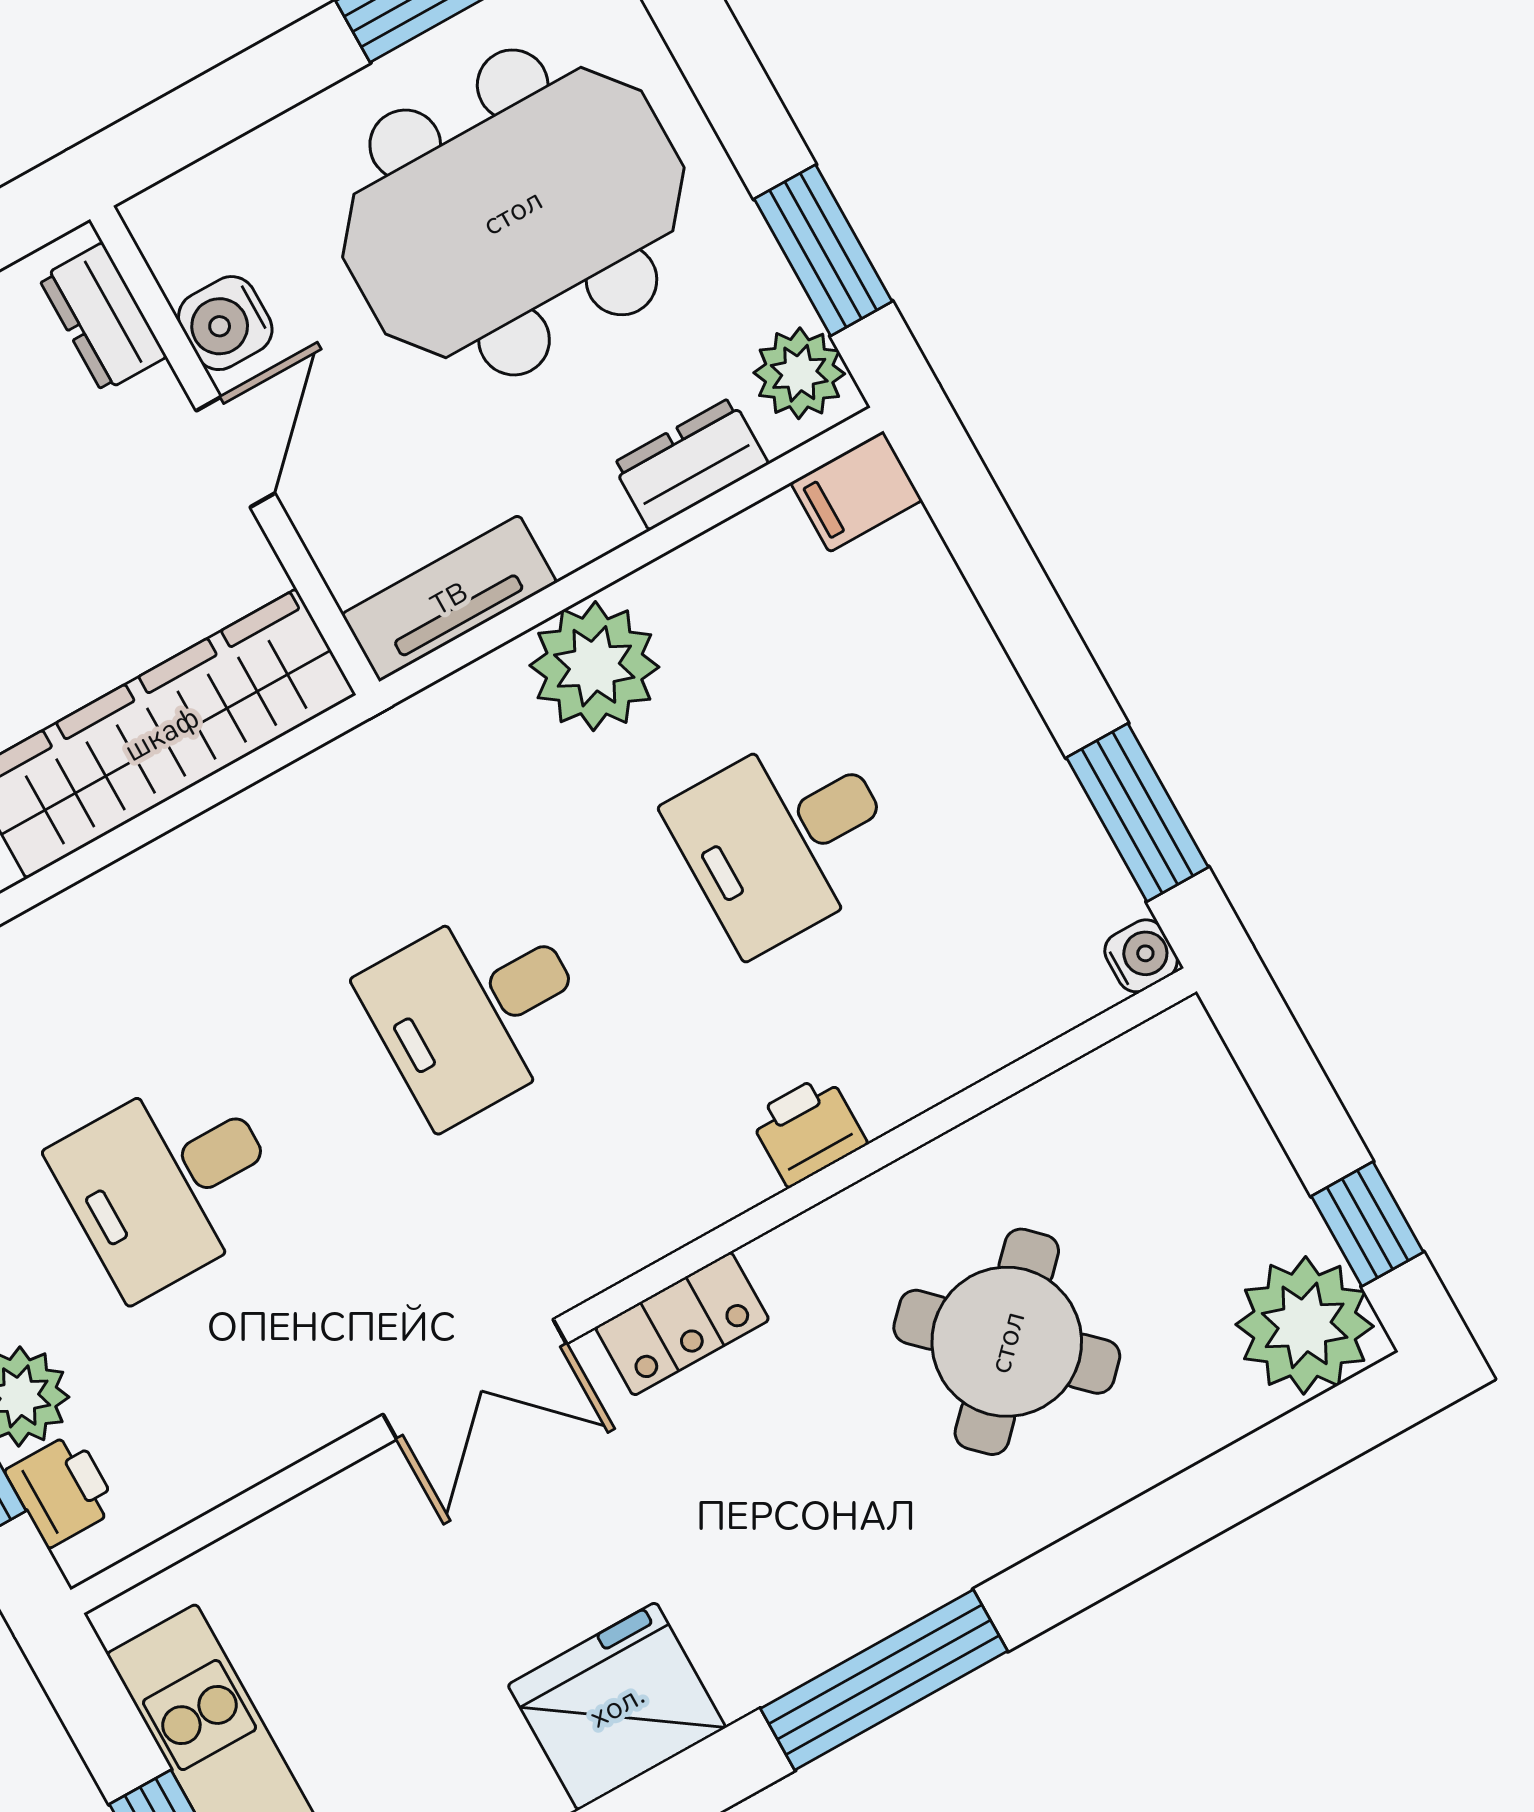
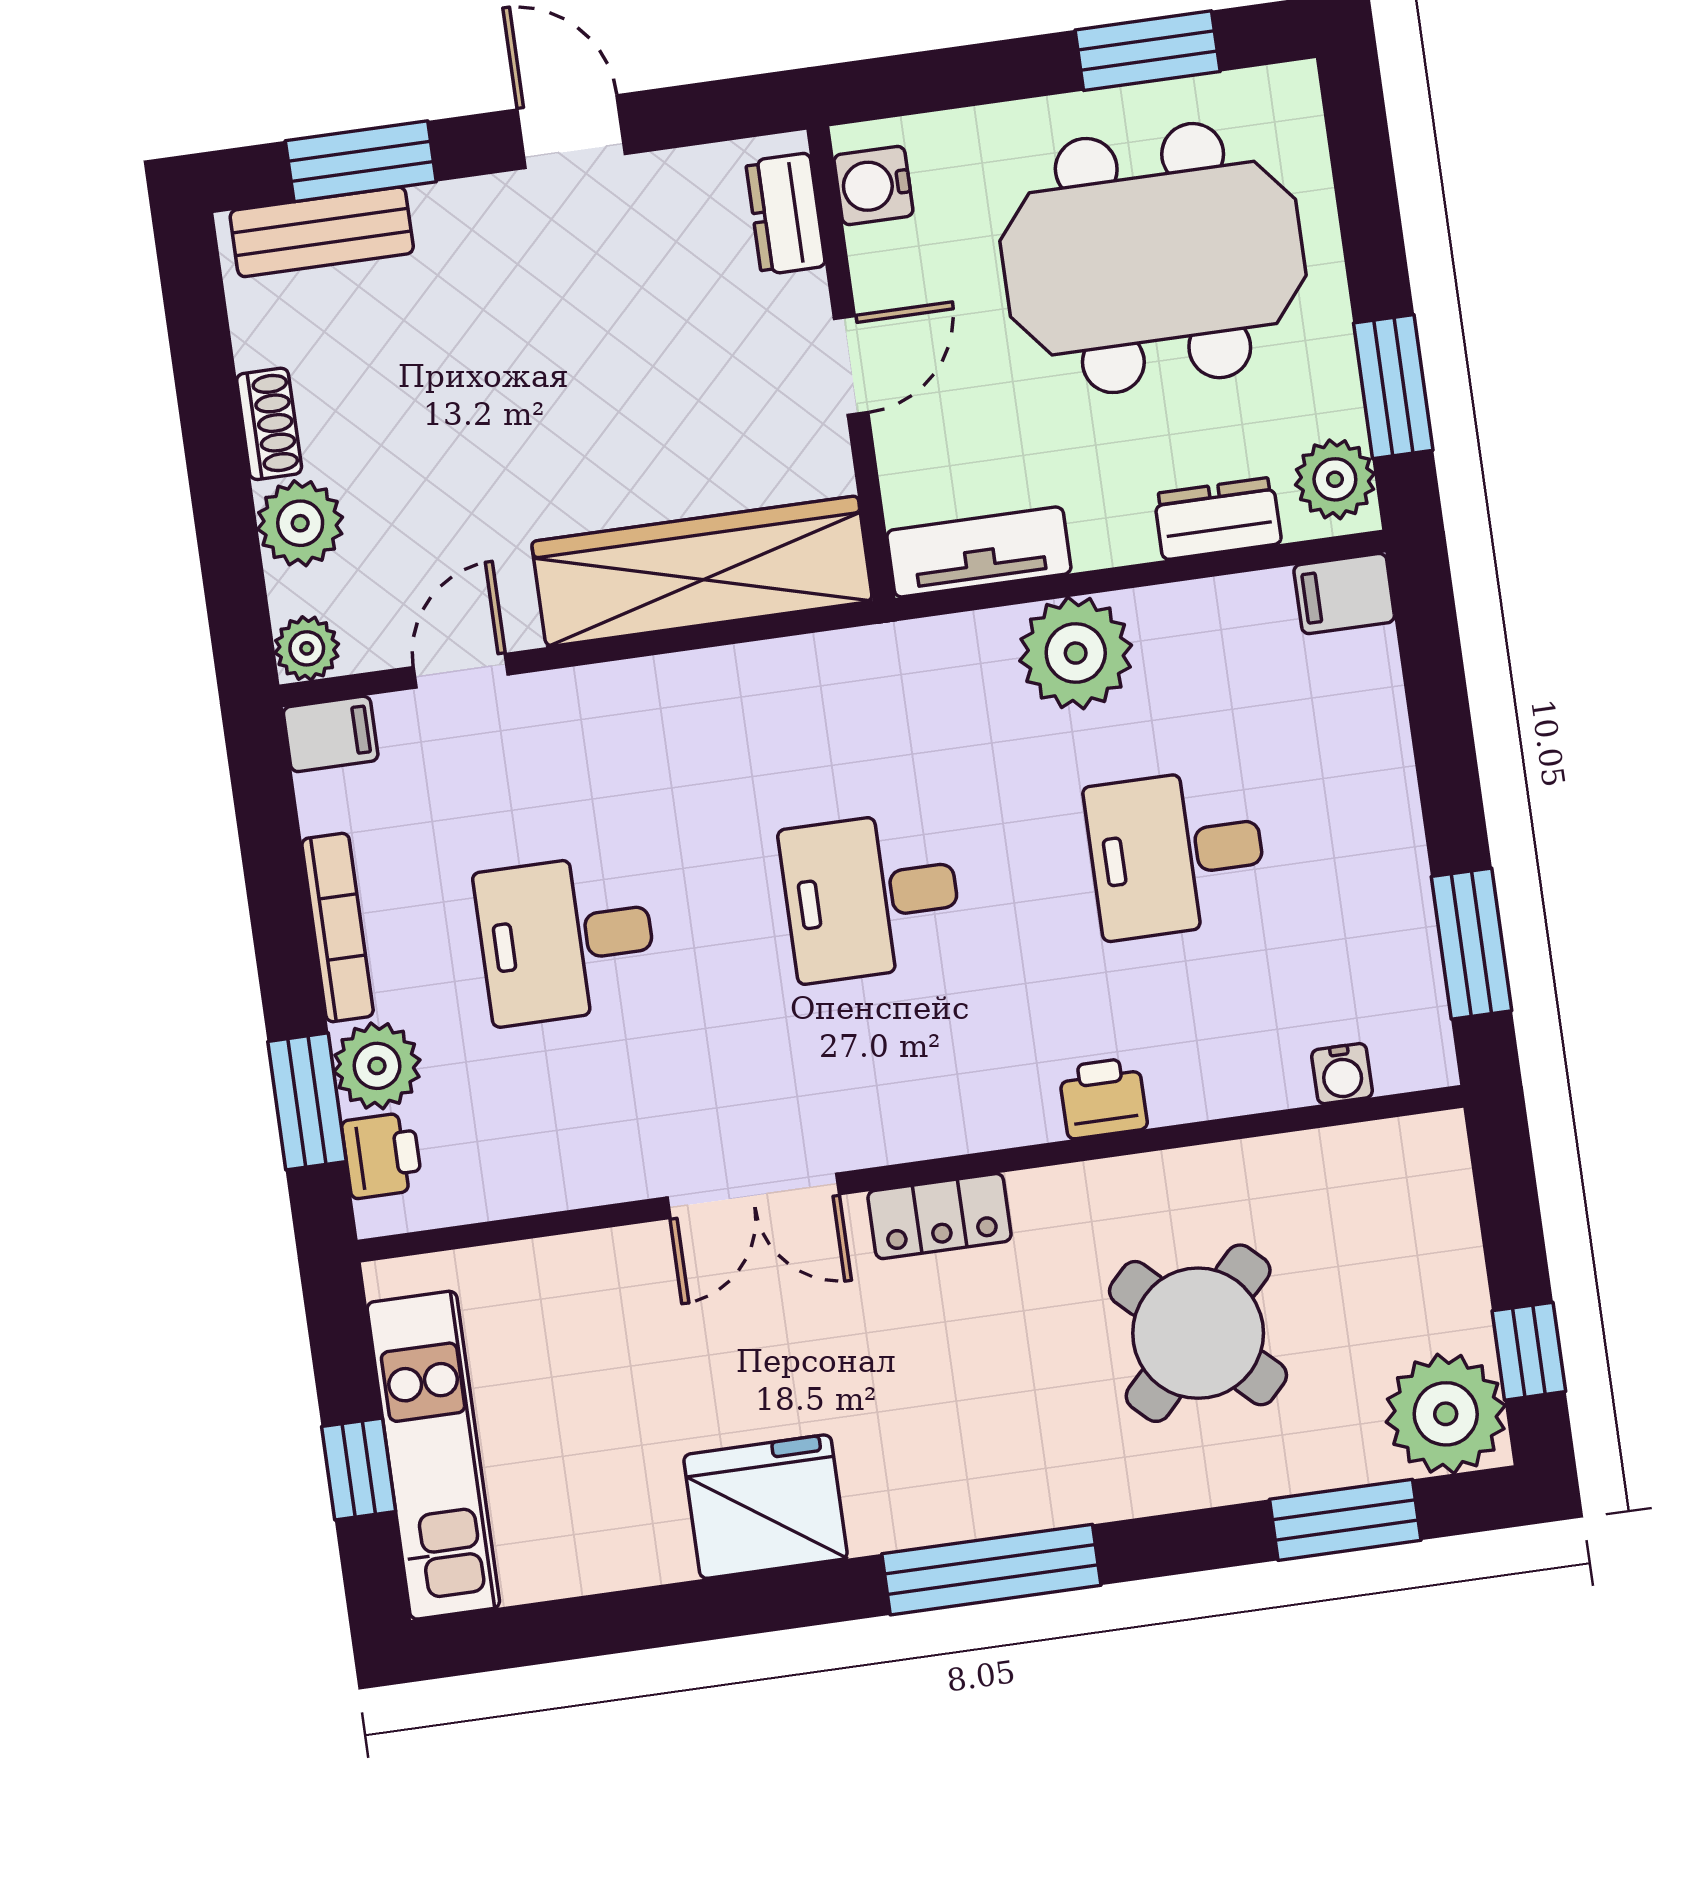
water cooler: (225, 323) -> (873, 185), moved
water cooler: (1141, 956) -> (1342, 1074), moved, turned 90
window: (1241, 1480) -> (1345, 1520), added

